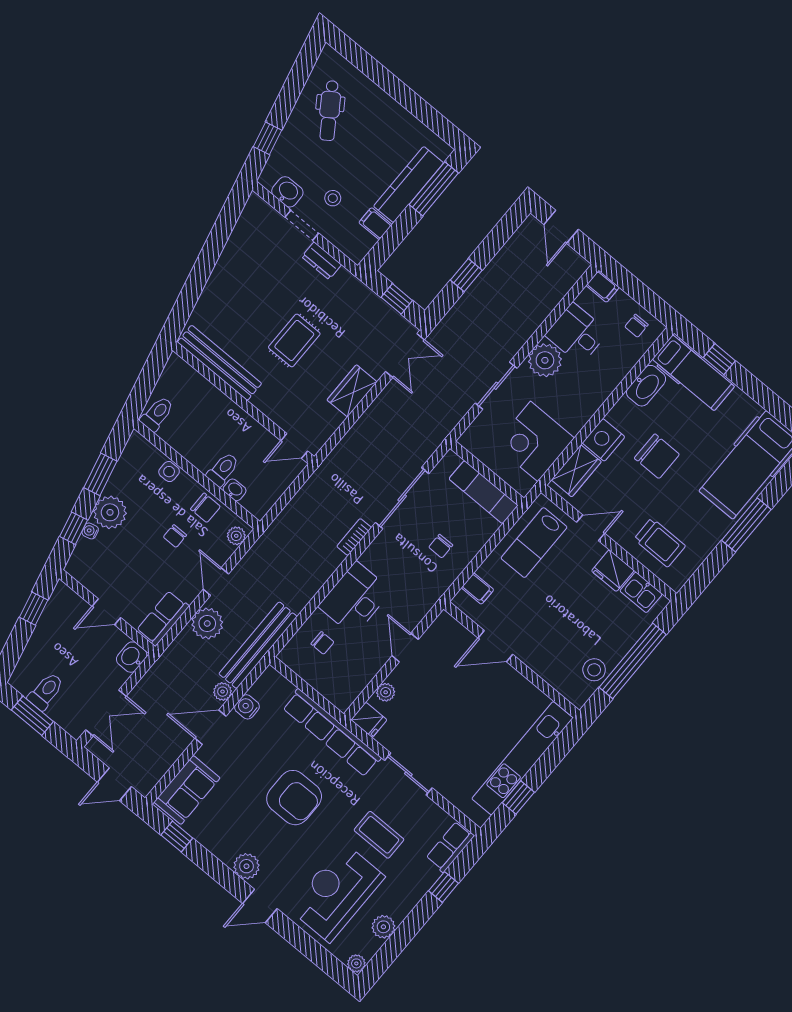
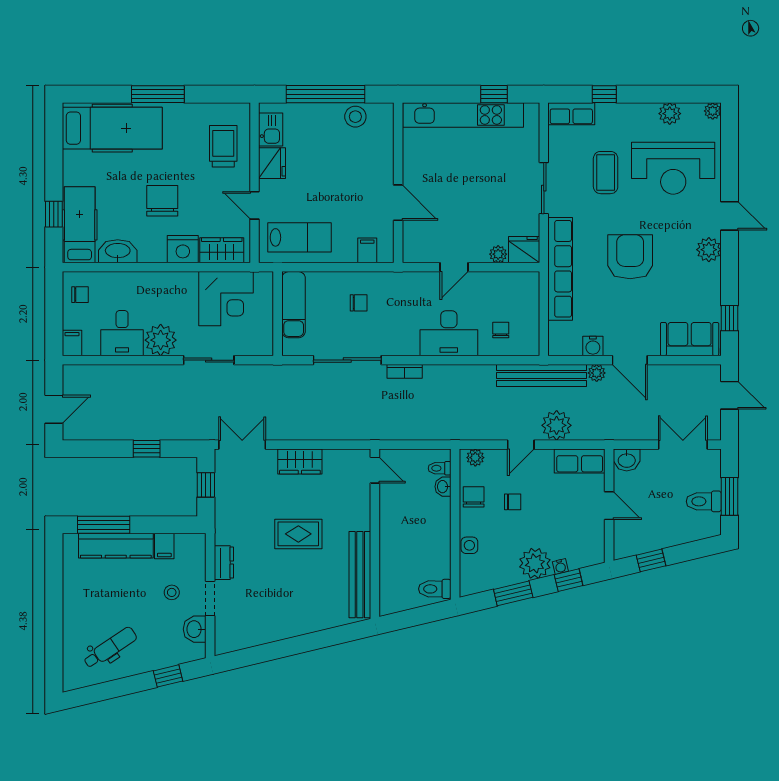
toilet: (223, 469) -> (440, 468), moved, width x0.73, depth x0.72
fridge: (369, 720) -> (524, 250), width x1.38

